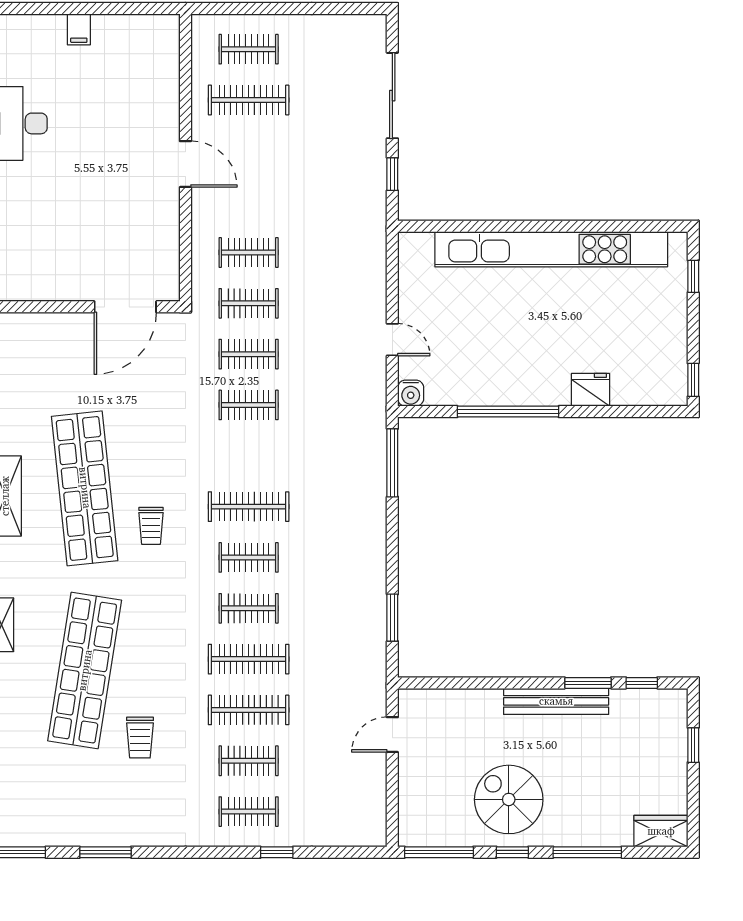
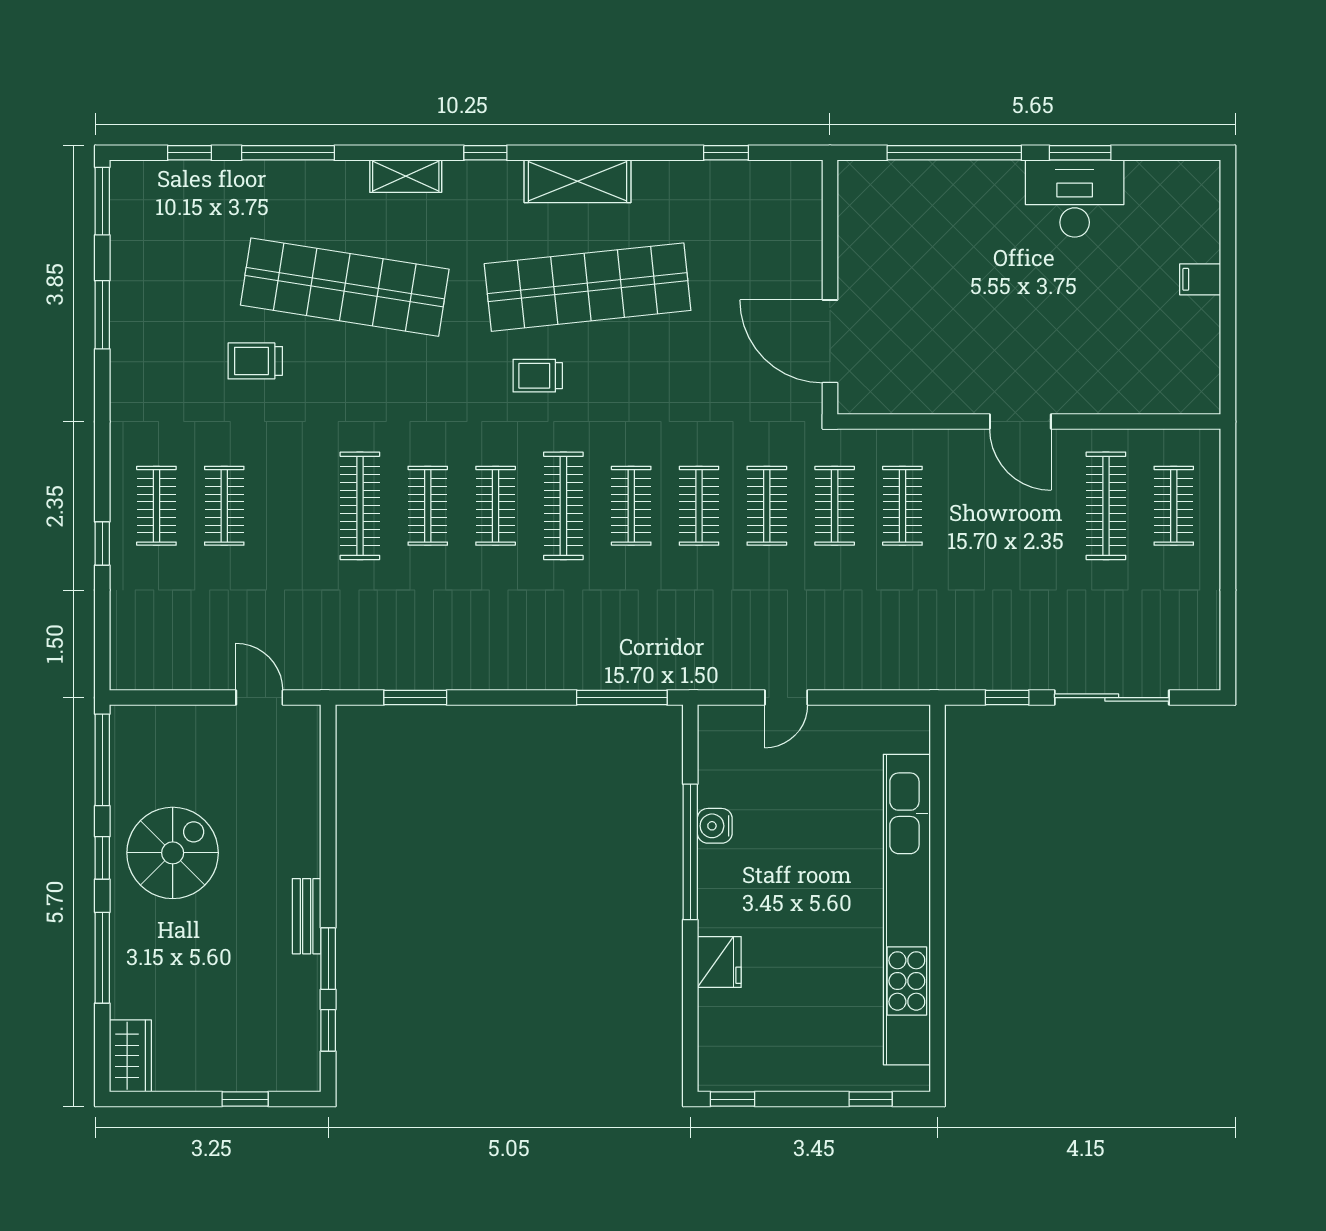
door: (185, 164) -> (1020, 422), hinge flipped
water cooler: (411, 393) -> (715, 826), moved
bench: (556, 701) -> (307, 916), width x0.54, depth x0.82
clothes rail: (249, 710) -> (631, 506), moved, width x0.73

